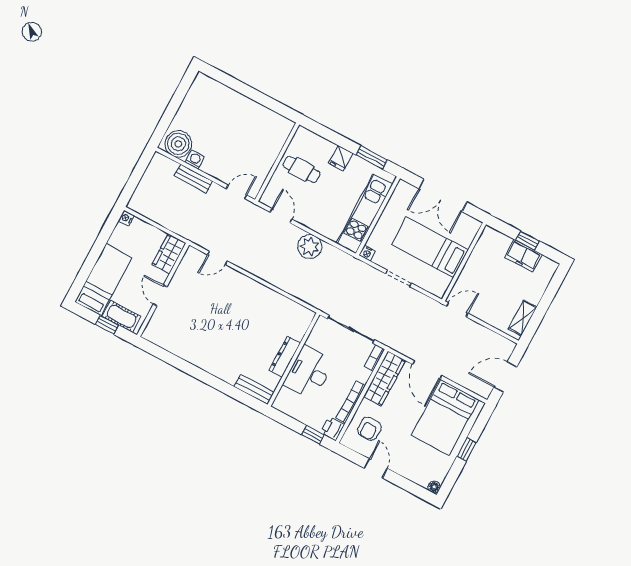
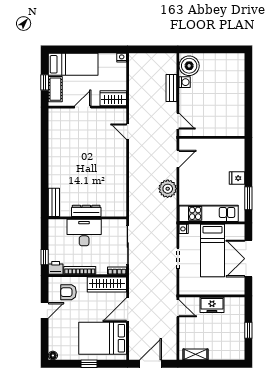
cafe table: (302, 169) -> (216, 156), removed
bed: (430, 247) -> (213, 251), moved, turned 180
freezer: (523, 256) -> (212, 305), moved, turned -90
door: (505, 377) -> (151, 364), hinge flipped

